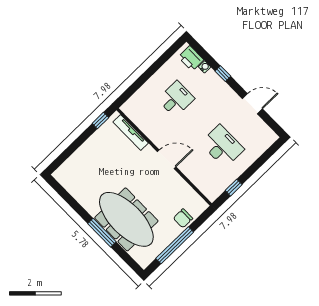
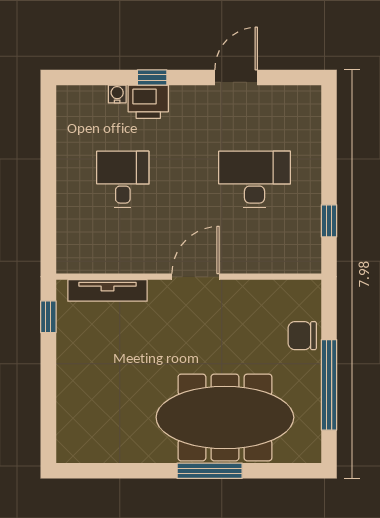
printer: (191, 58) -> (148, 102), moved
chair: (183, 218) -> (302, 336), turned 90

